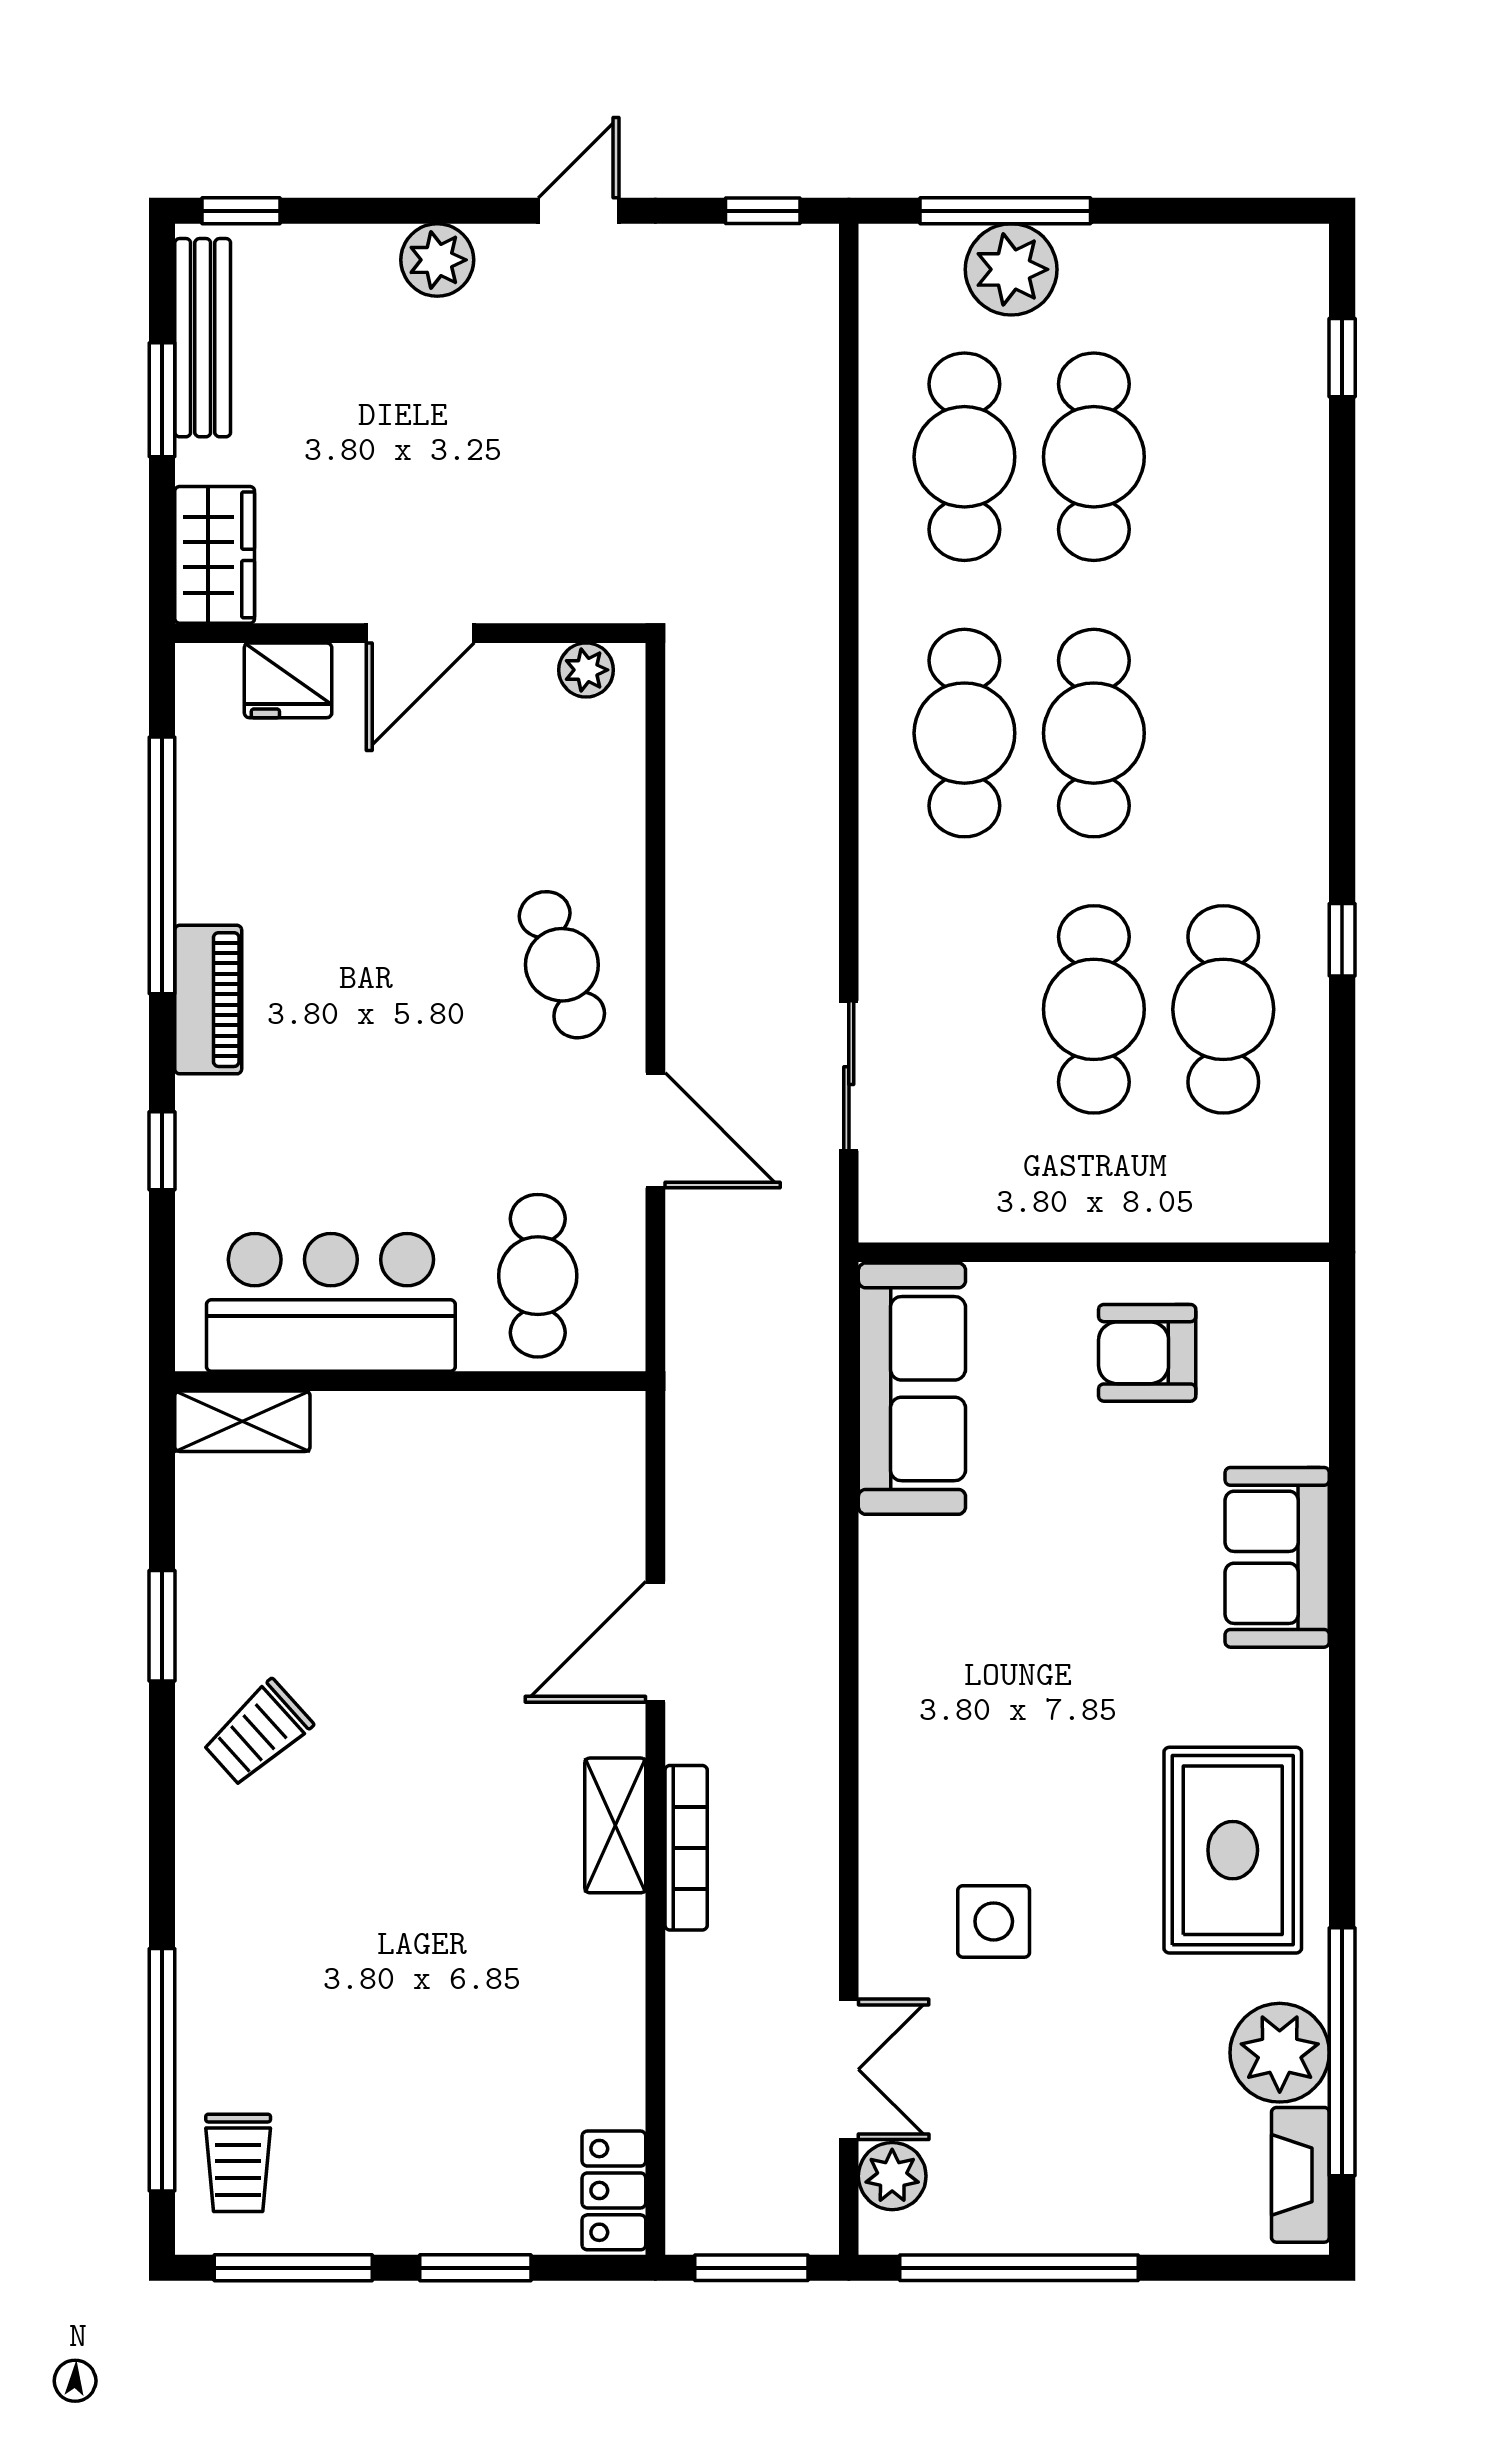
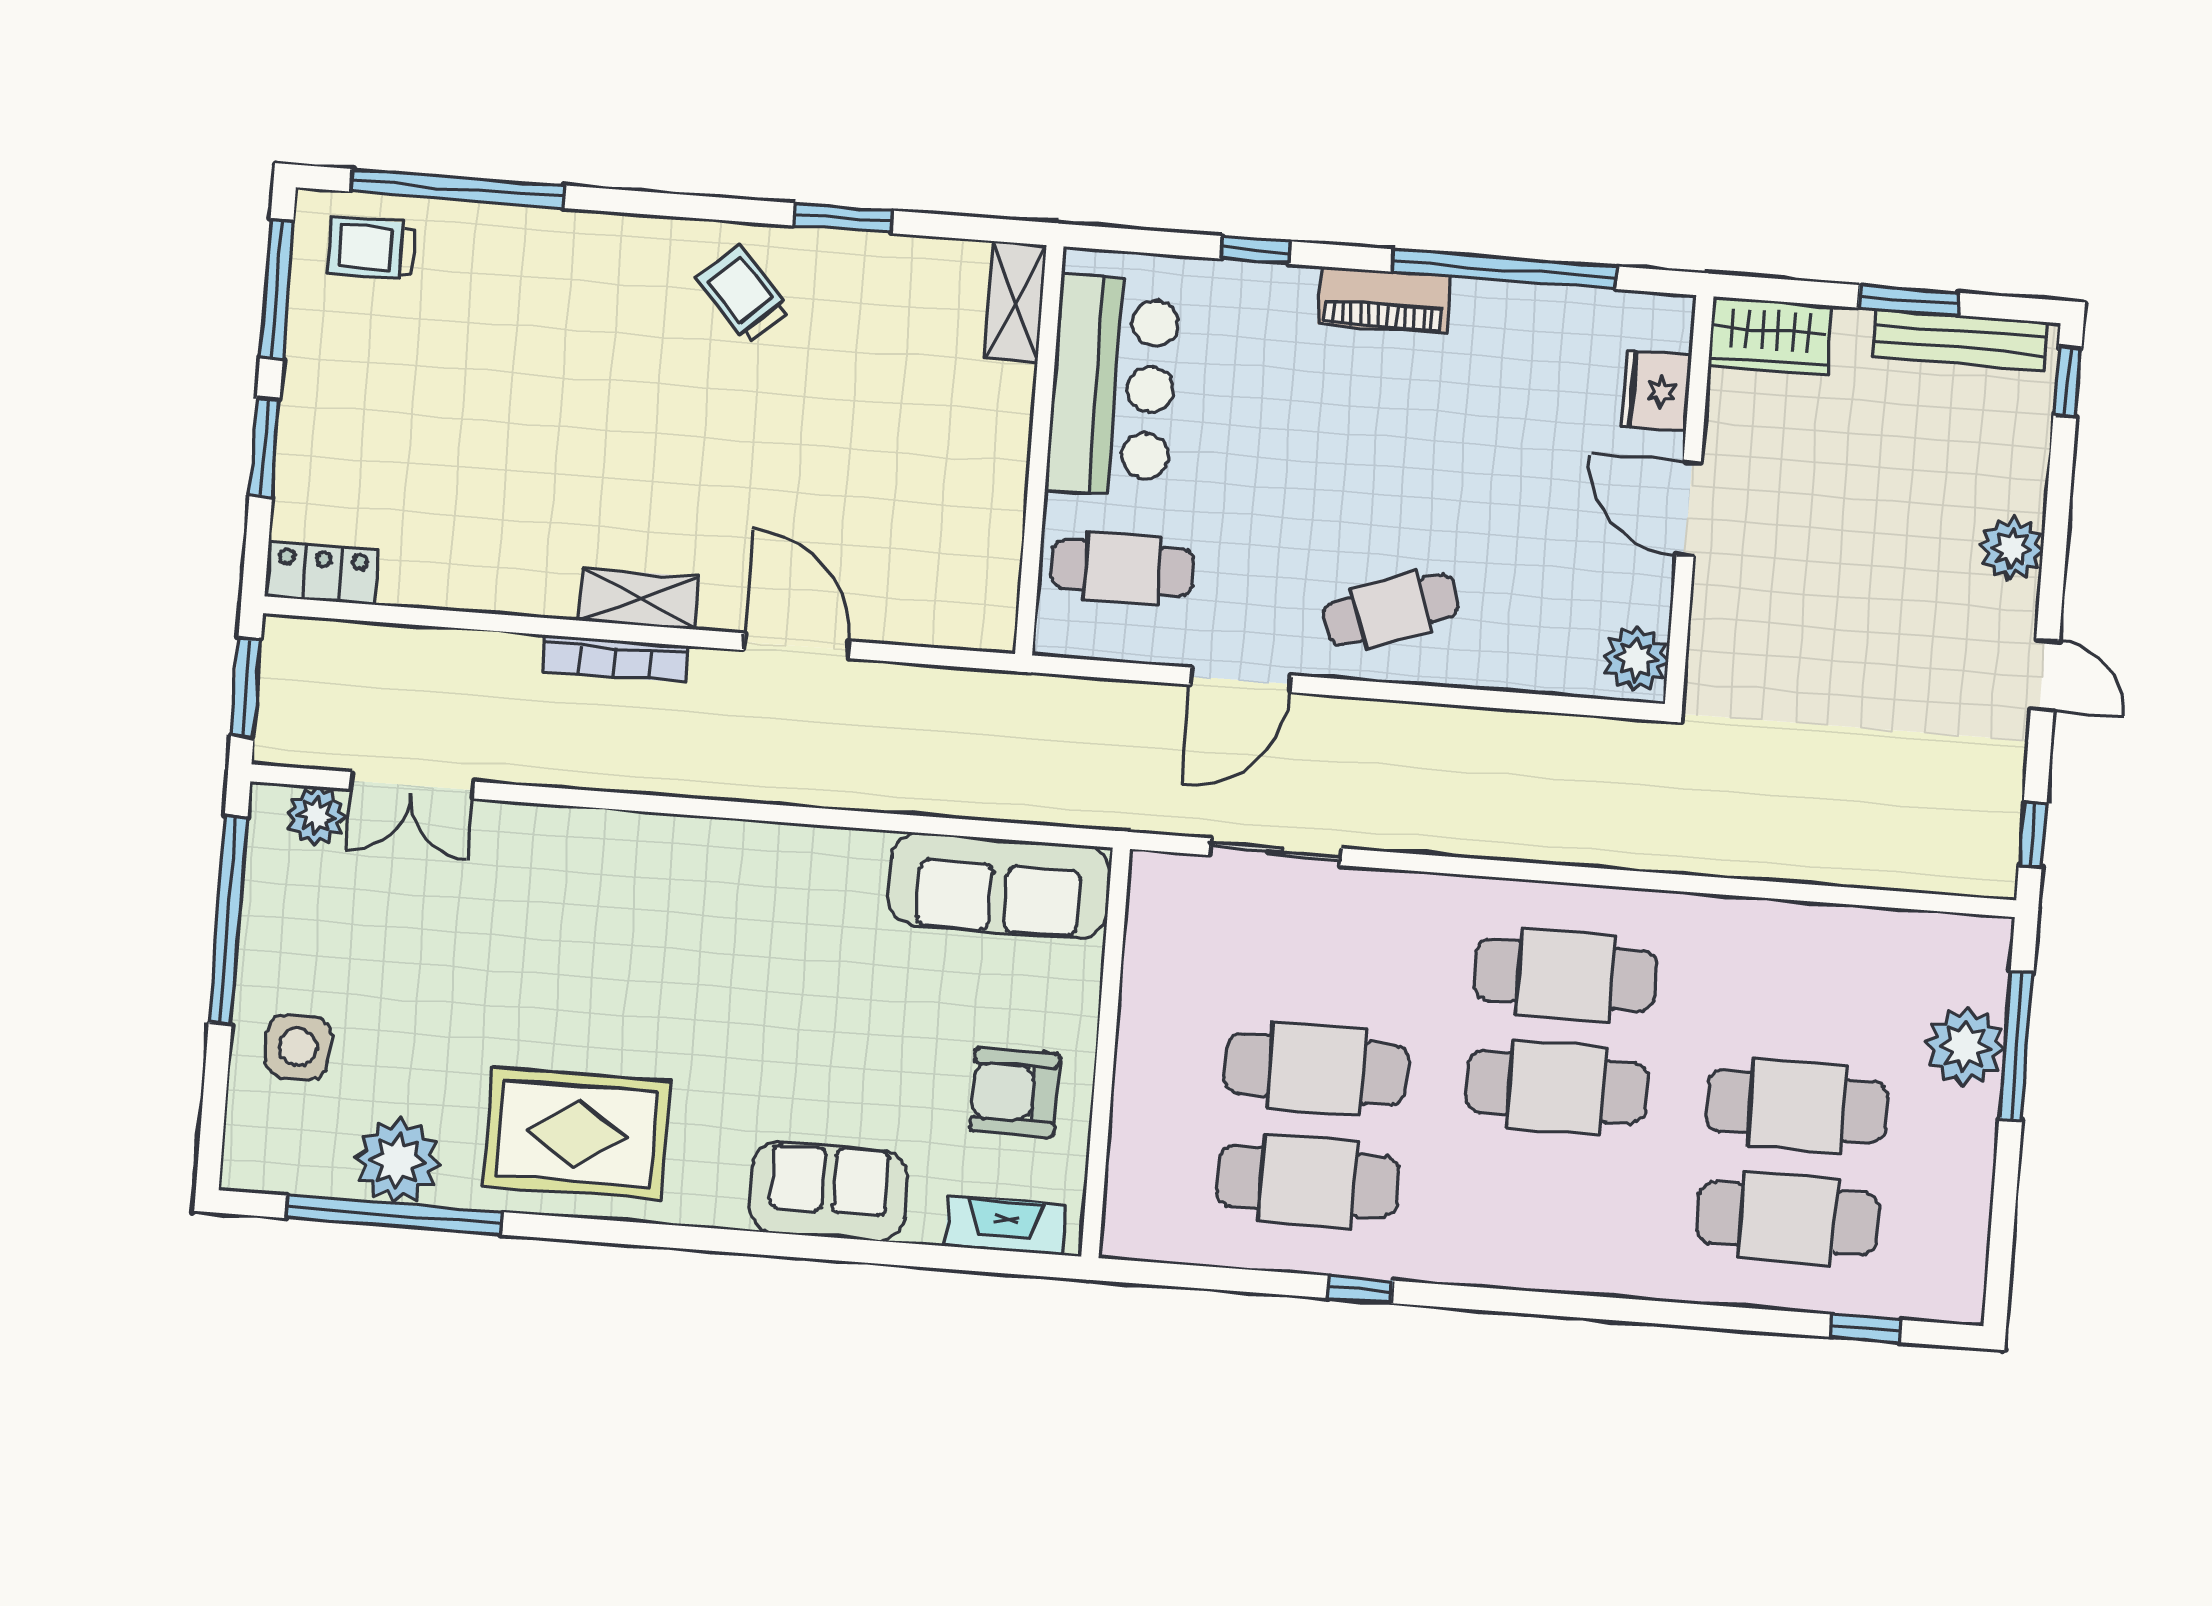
cafe table: (964, 457) -> (1788, 1218), moved
plant: (586, 670) -> (1636, 659), width x1.38, depth x1.38
armchair: (1147, 1353) -> (1015, 1092), turned -90
side table: (994, 1921) -> (298, 1047), moved
fireplace: (1300, 2175) -> (1005, 1226), moved

